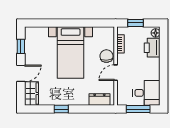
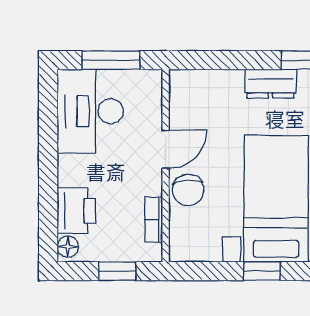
window: (76, 23) -> (262, 271), added
desk: (146, 93) -> (90, 111), width x1.37
dresser: (99, 99) -> (271, 84), moved

